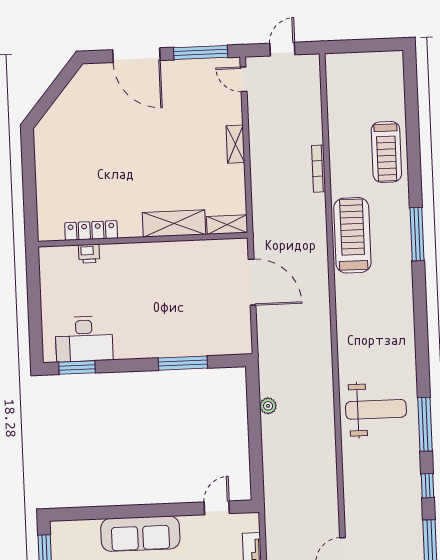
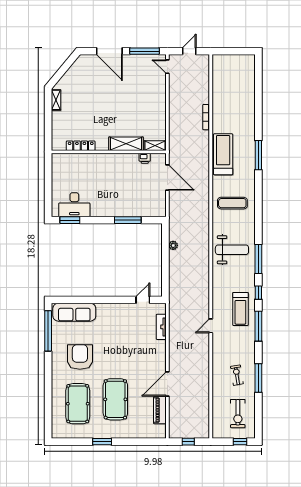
shelving: (235, 144) -> (56, 100), moved
treadmill: (386, 152) -> (240, 309), moved
printer: (89, 254) -> (145, 158), moved
exercise mat: (373, 324) -> (232, 203), added
sofa: (140, 534) -> (74, 312), moved

